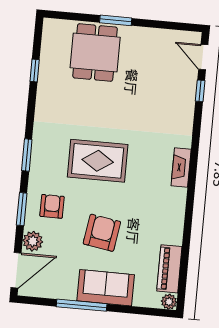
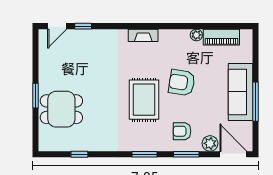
armchair: (102, 233) -> (182, 83), moved
sofa: (106, 288) -> (240, 92), width x1.36
plant: (169, 302) -> (196, 35), moved

